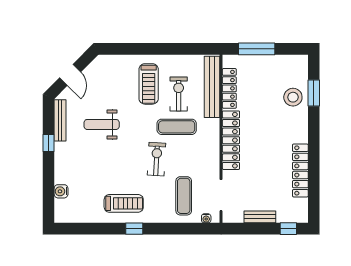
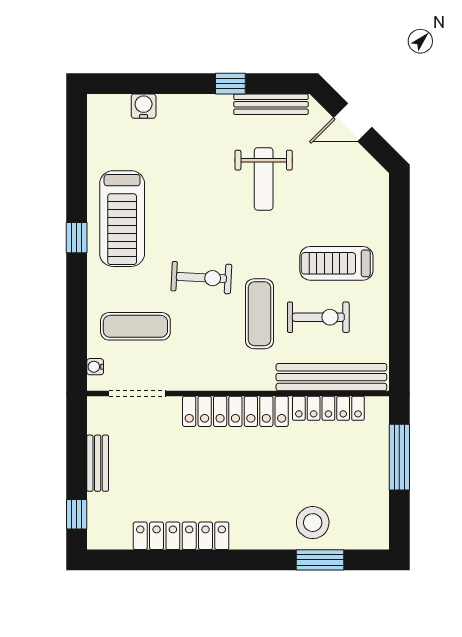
weight bench: (102, 124) -> (264, 179), turned 180
treadmill: (124, 203) -> (122, 219), width x1.37, depth x1.37

